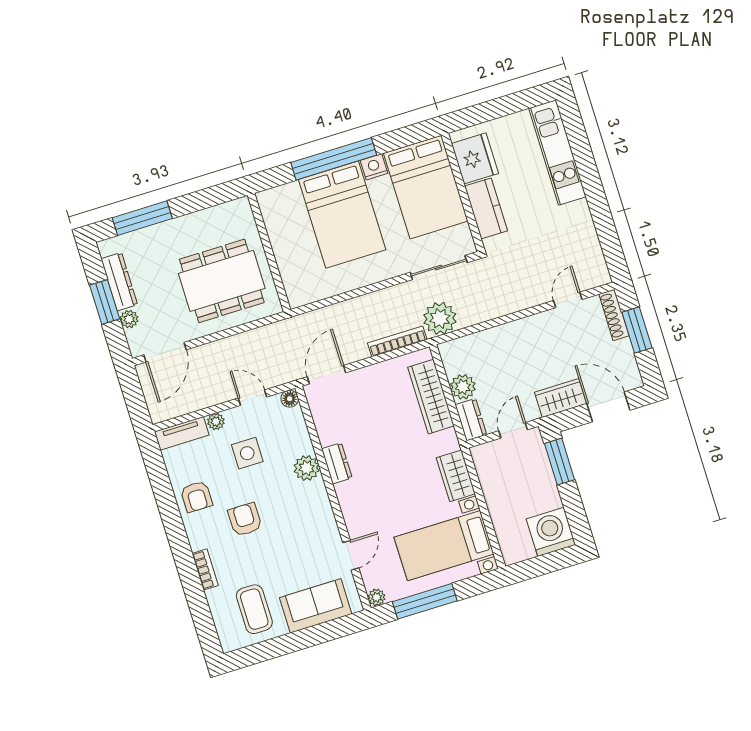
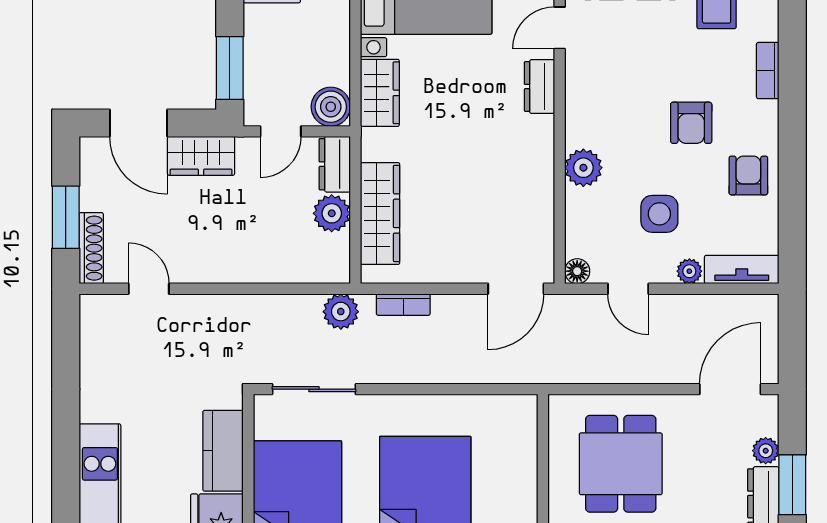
dining table: (222, 281) -> (621, 464), width x0.73
door: (568, 300) -> (149, 289), swing flipped
plant: (440, 318) -> (341, 312), width x0.73, depth x0.73
bookcase: (397, 341) -> (403, 305), width x0.64
boiler: (485, 457) -> (331, 107), added
dresser: (337, 463) -> (539, 87), moved

